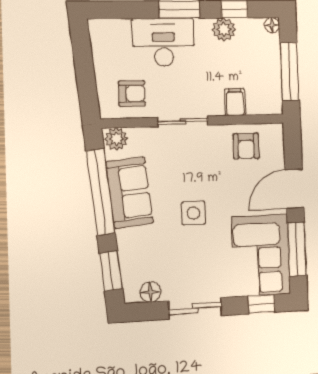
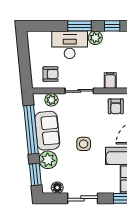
plant: (224, 30) -> (95, 38), moved
plant: (116, 139) -> (51, 100), moved
plant: (132, 244) -> (48, 160), added

